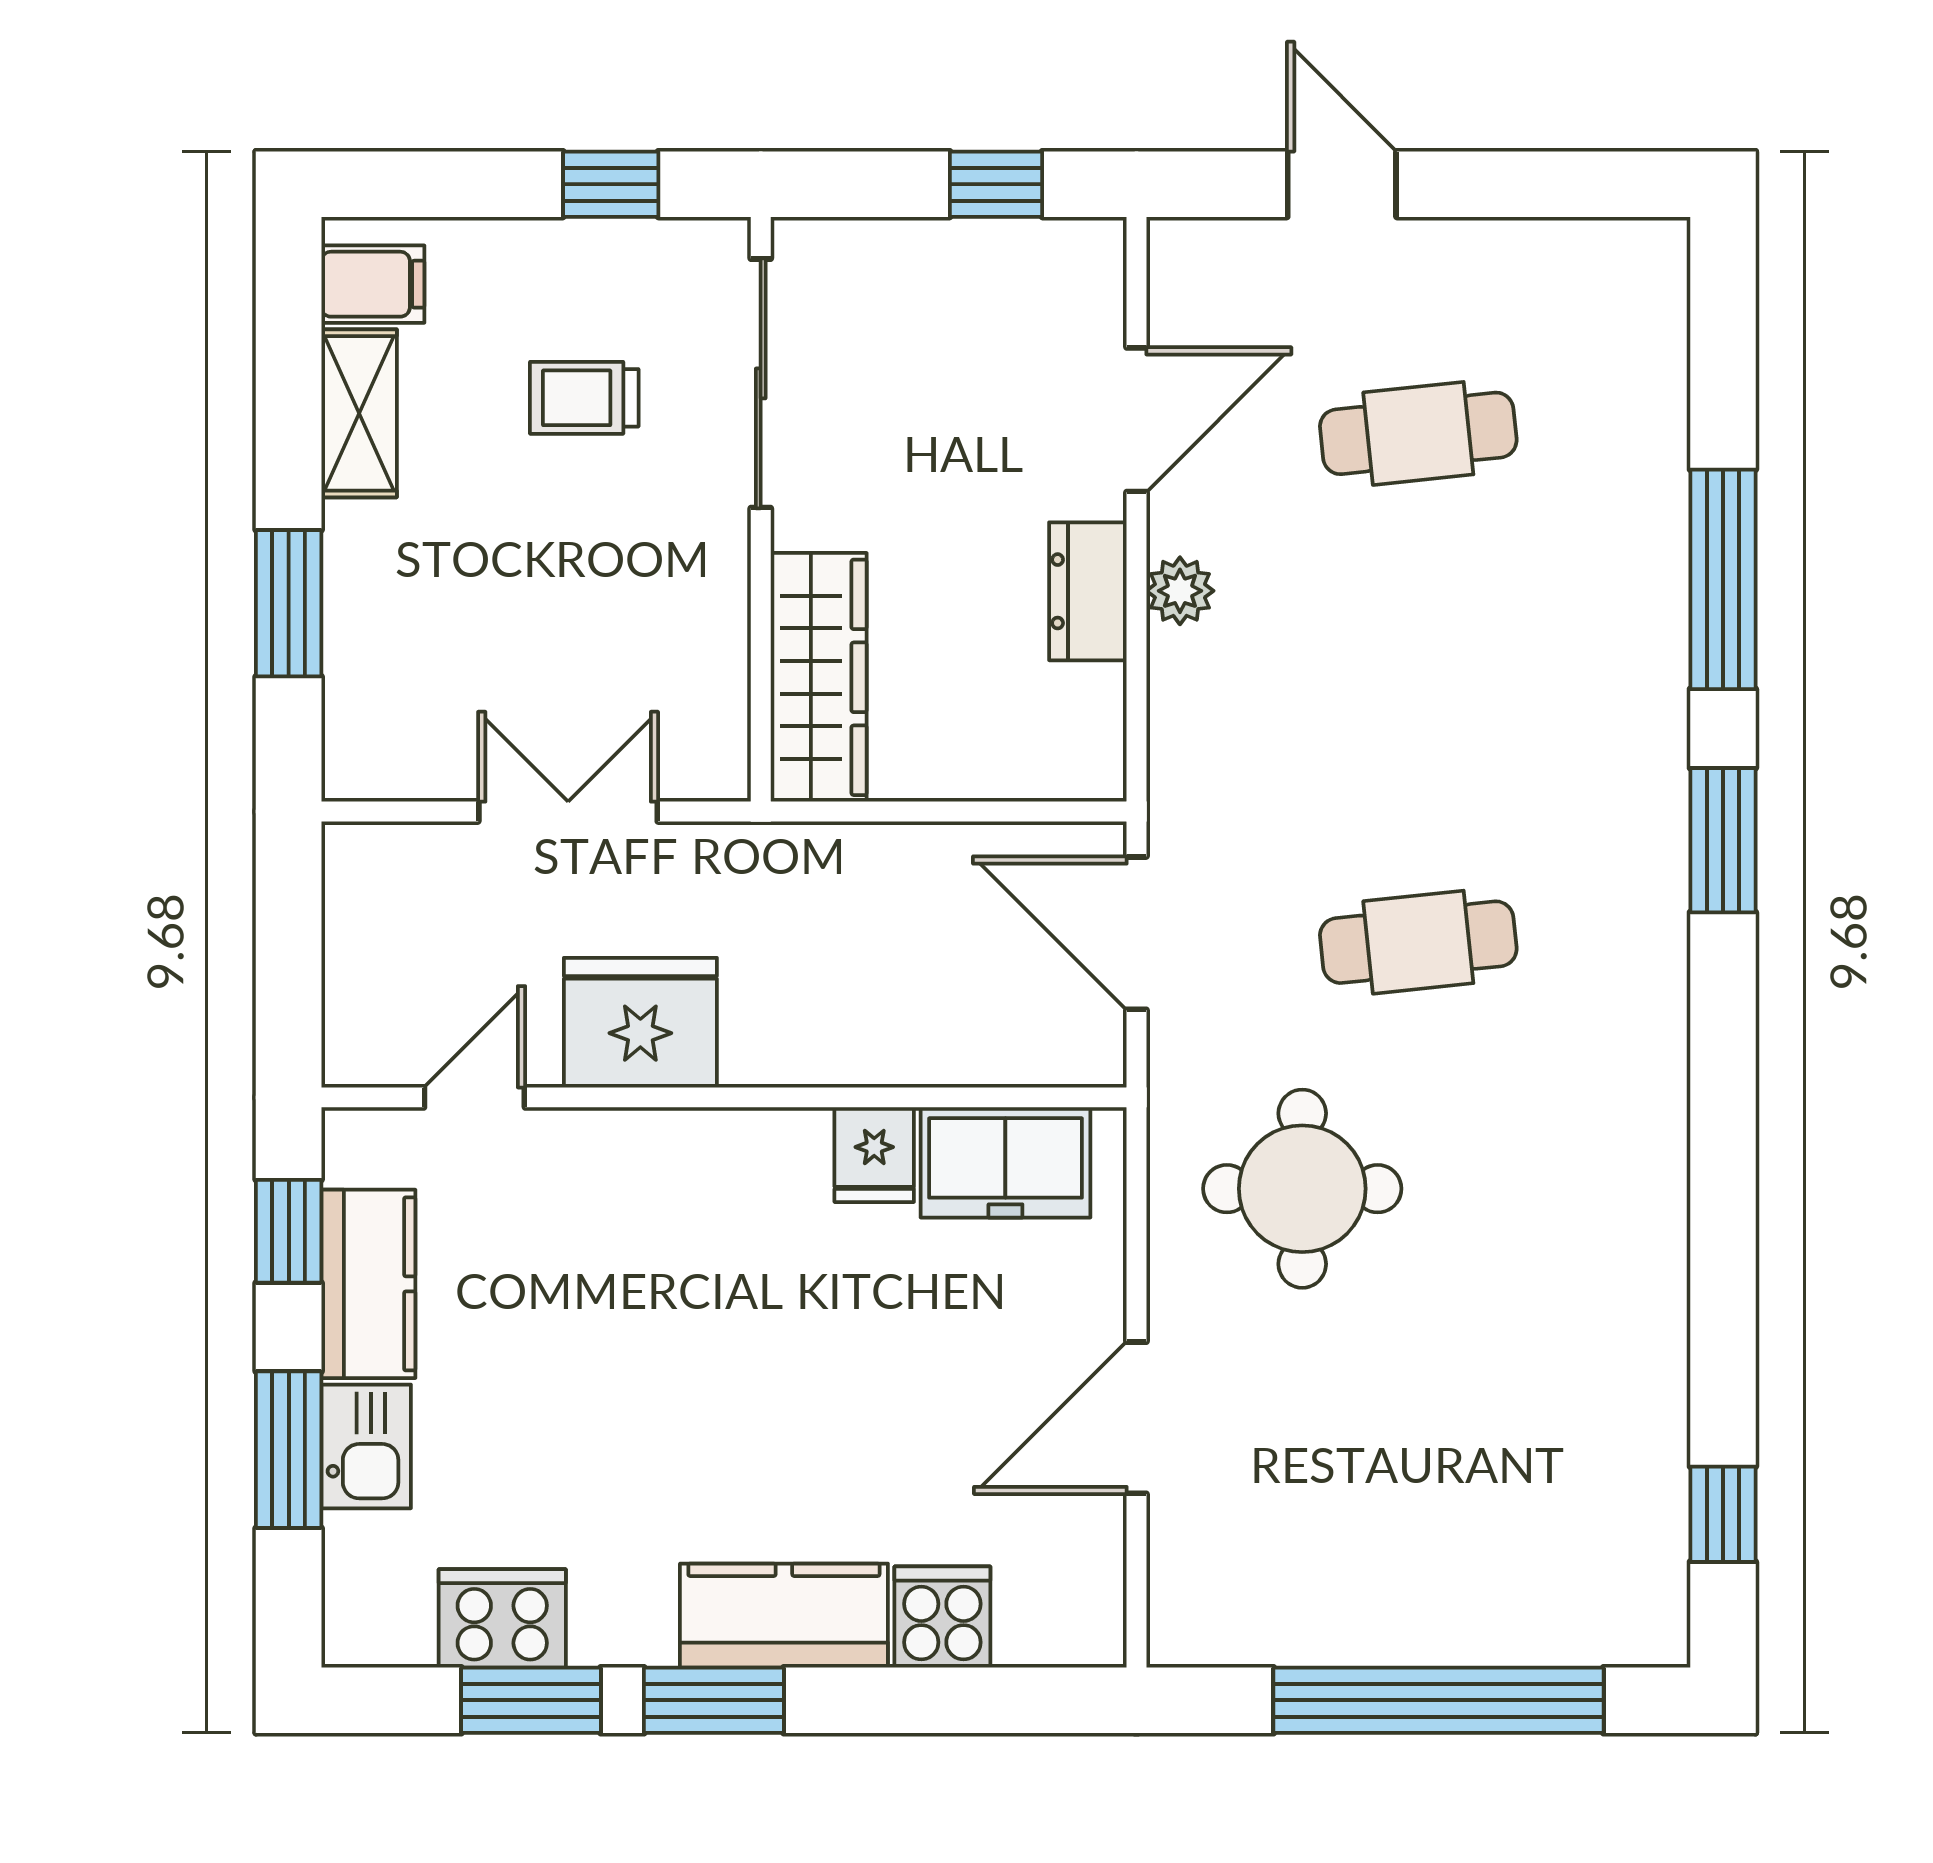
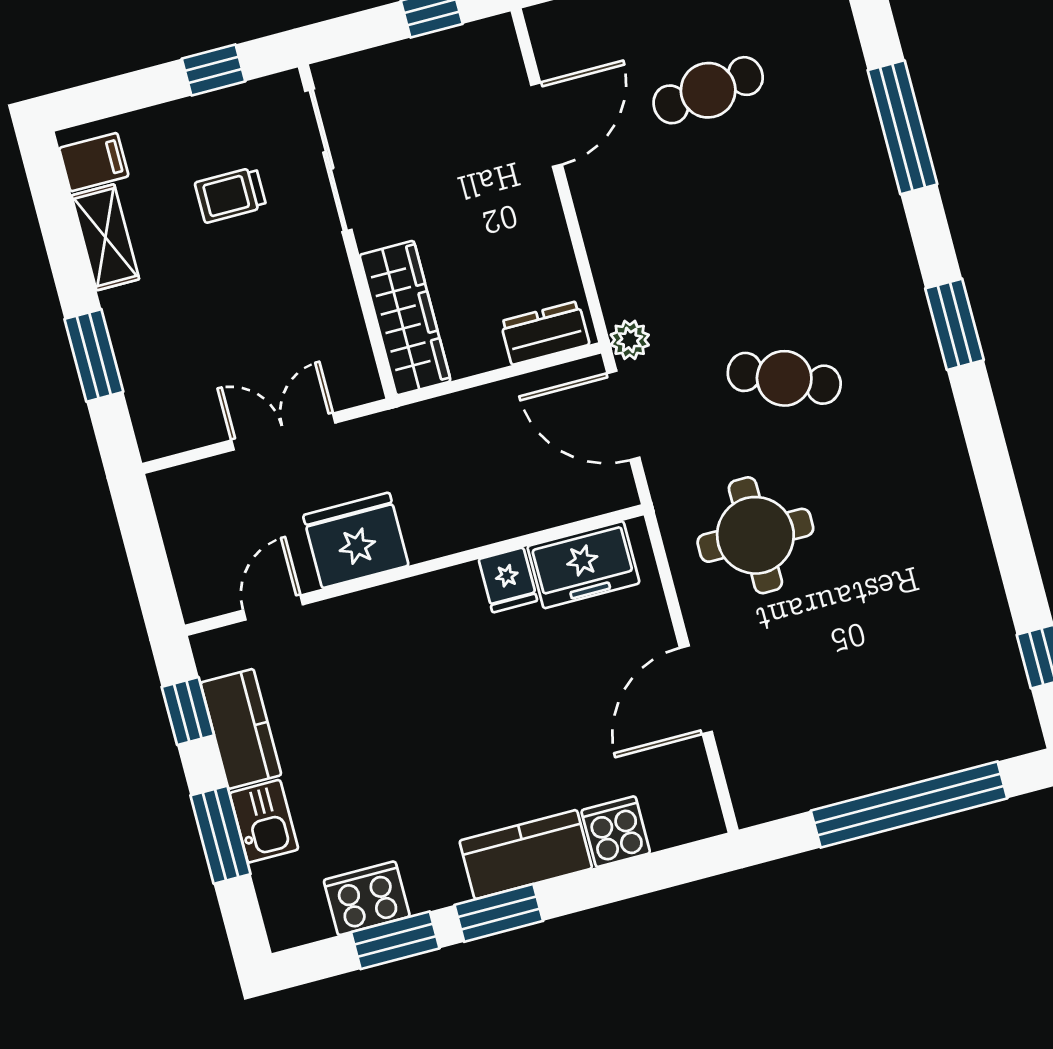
dresser: (1088, 591) -> (545, 333), moved, turned 90
plant: (1180, 591) -> (630, 340), moved
window: (1723, 840) -> (955, 324), moved
cafe table: (1418, 942) -> (784, 378), turned 30

